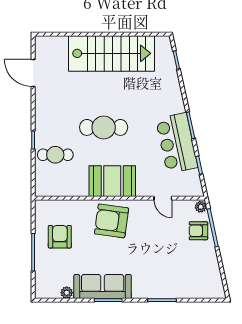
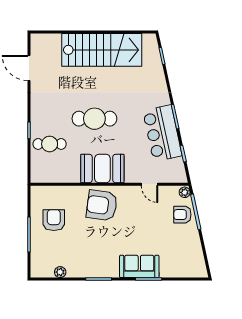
sofa: (103, 287) -> (139, 266), moved, width x0.73

